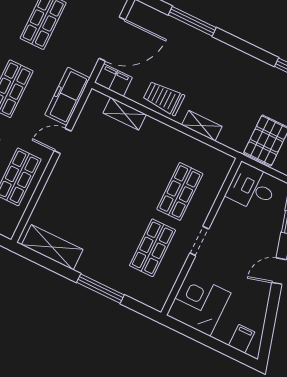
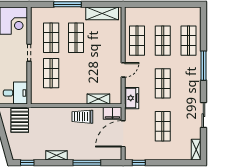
freezer: (67, 96) -> (132, 98), width x0.71
trolley: (164, 98) -> (82, 117), turned 180
shelving: (202, 126) -> (56, 155), moved
shop shelf: (113, 229) -> (76, 38), added

